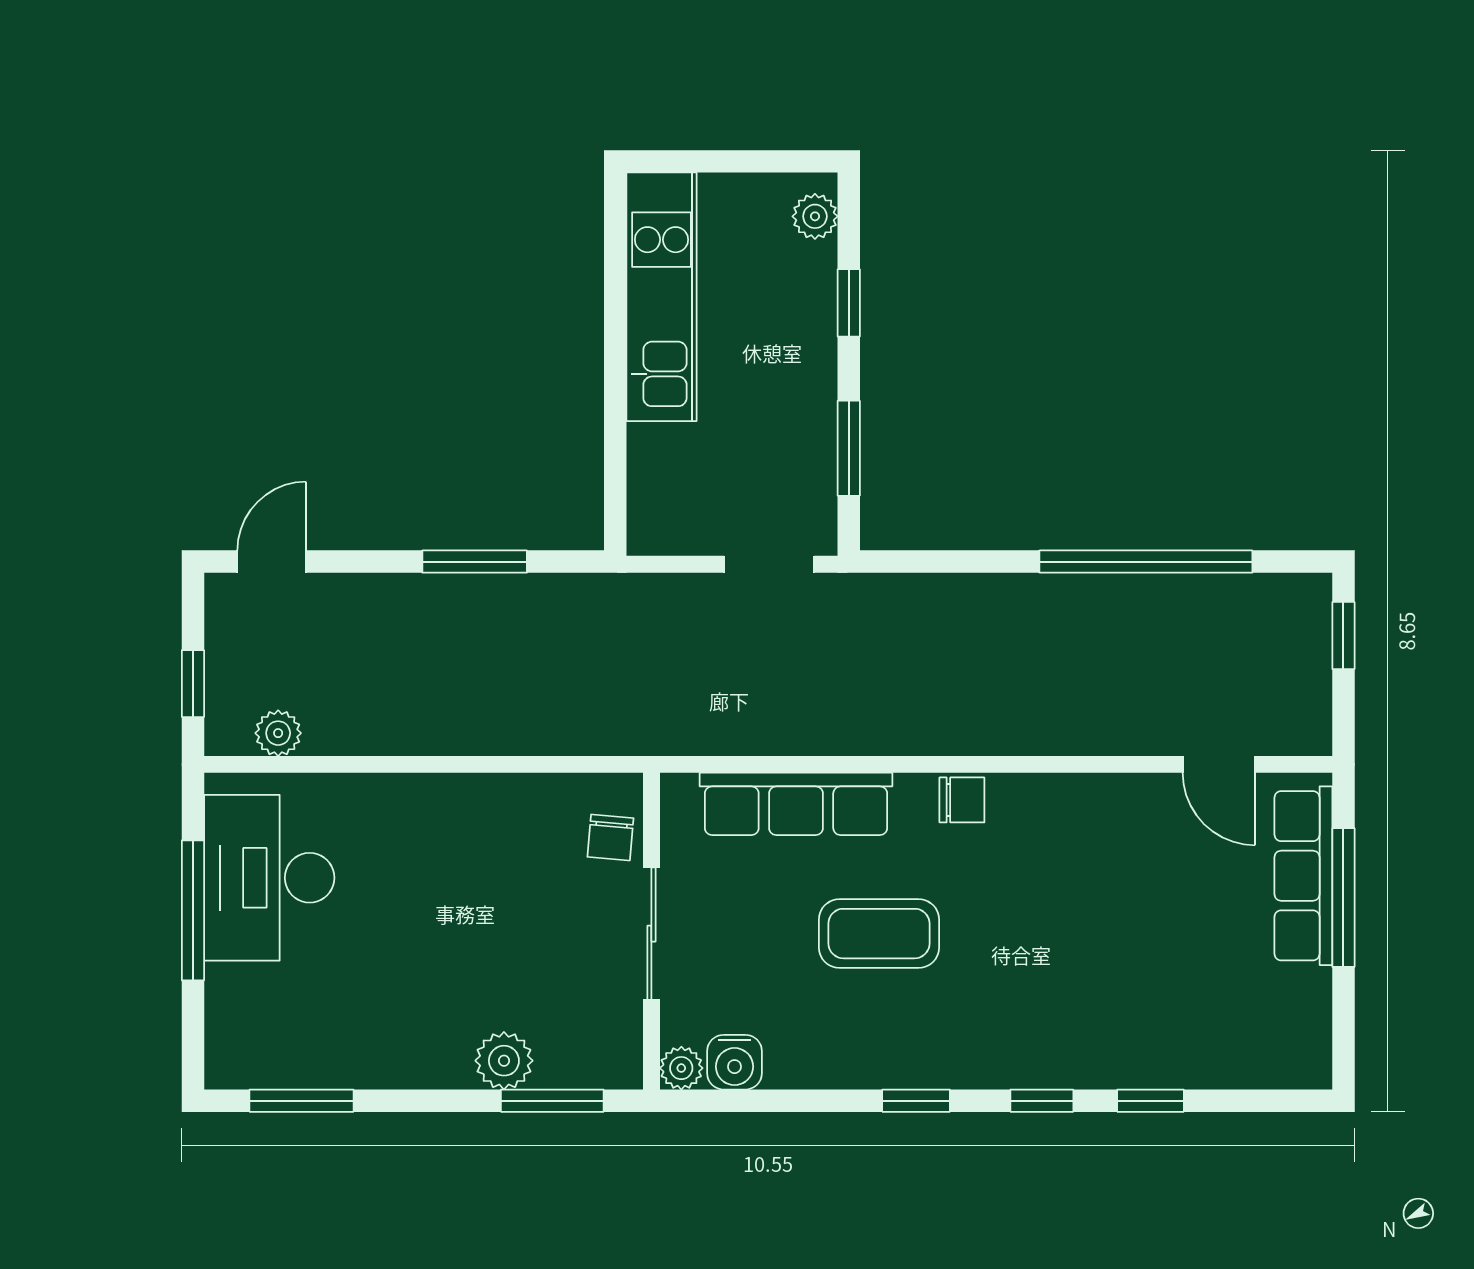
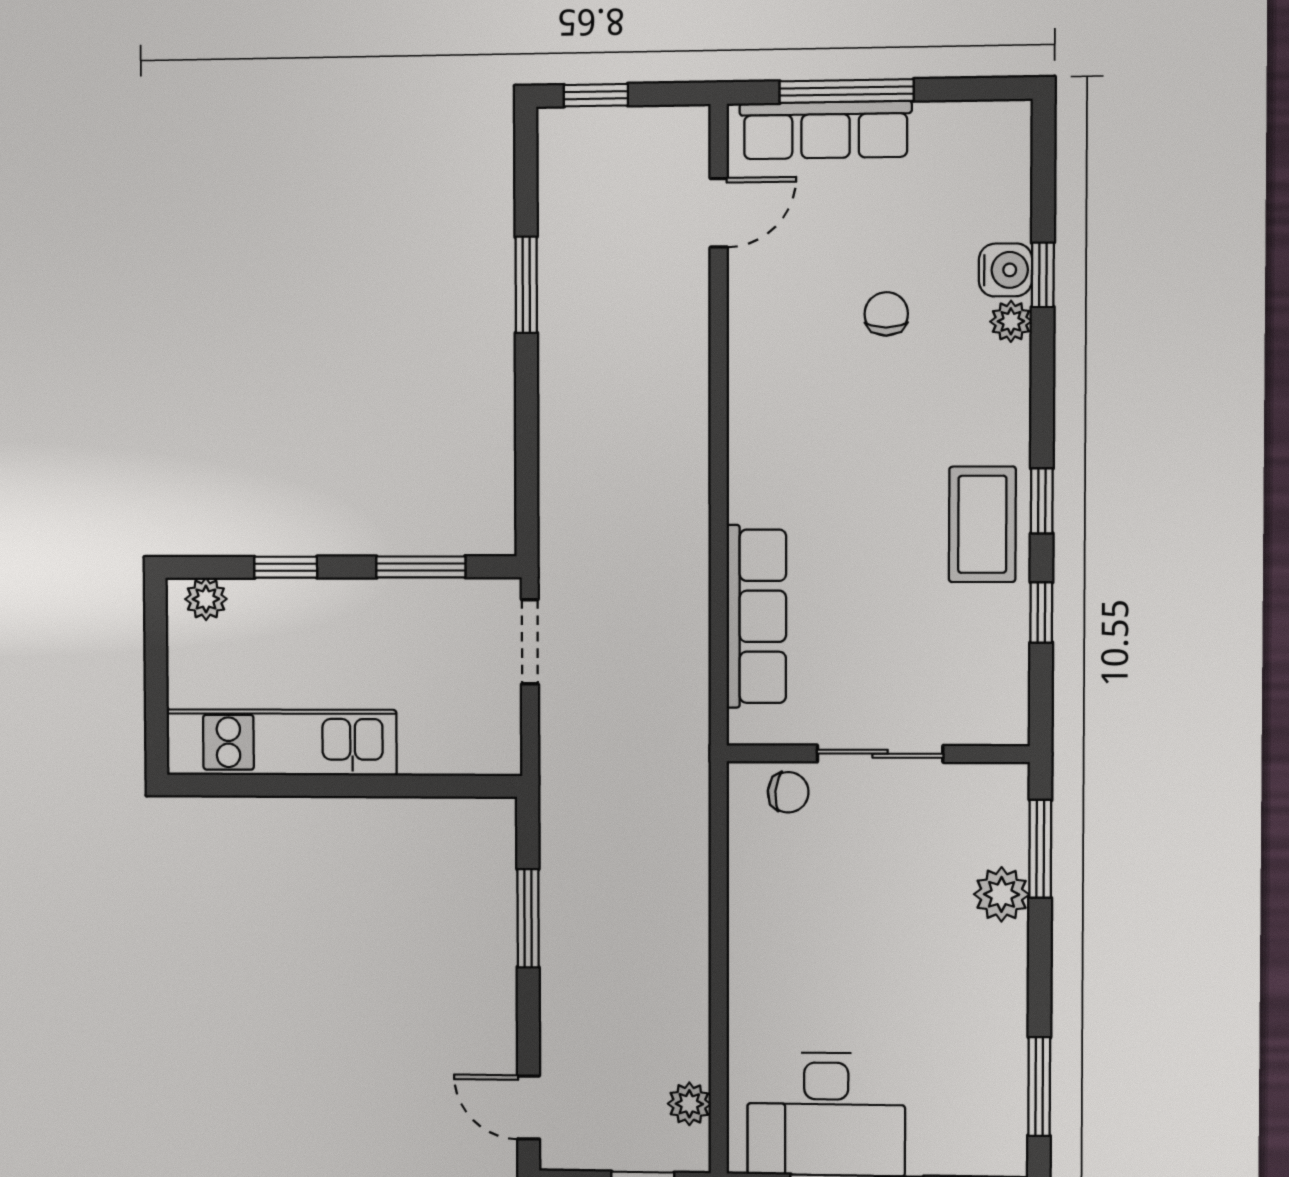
window: (1146, 562) -> (526, 285), width x0.47
chair: (962, 800) -> (886, 314), moved
coffee table: (879, 934) -> (982, 524), moved
water cooler: (734, 1062) -> (1005, 270), moved
plant: (681, 1068) -> (1011, 321), moved
window: (1042, 1101) -> (1041, 612), moved

